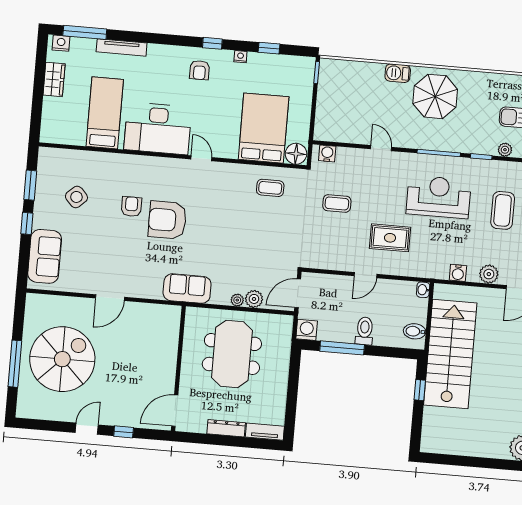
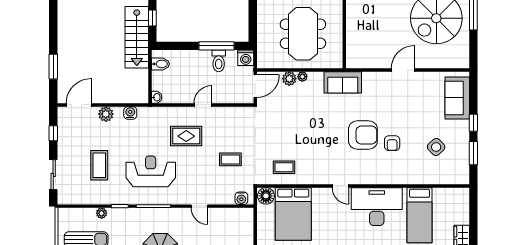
reception desk: (439, 197) -> (151, 171), turned 180
toilet: (365, 331) -> (219, 61), moved
stairs: (450, 354) -> (137, 37), width x0.73, depth x0.66

